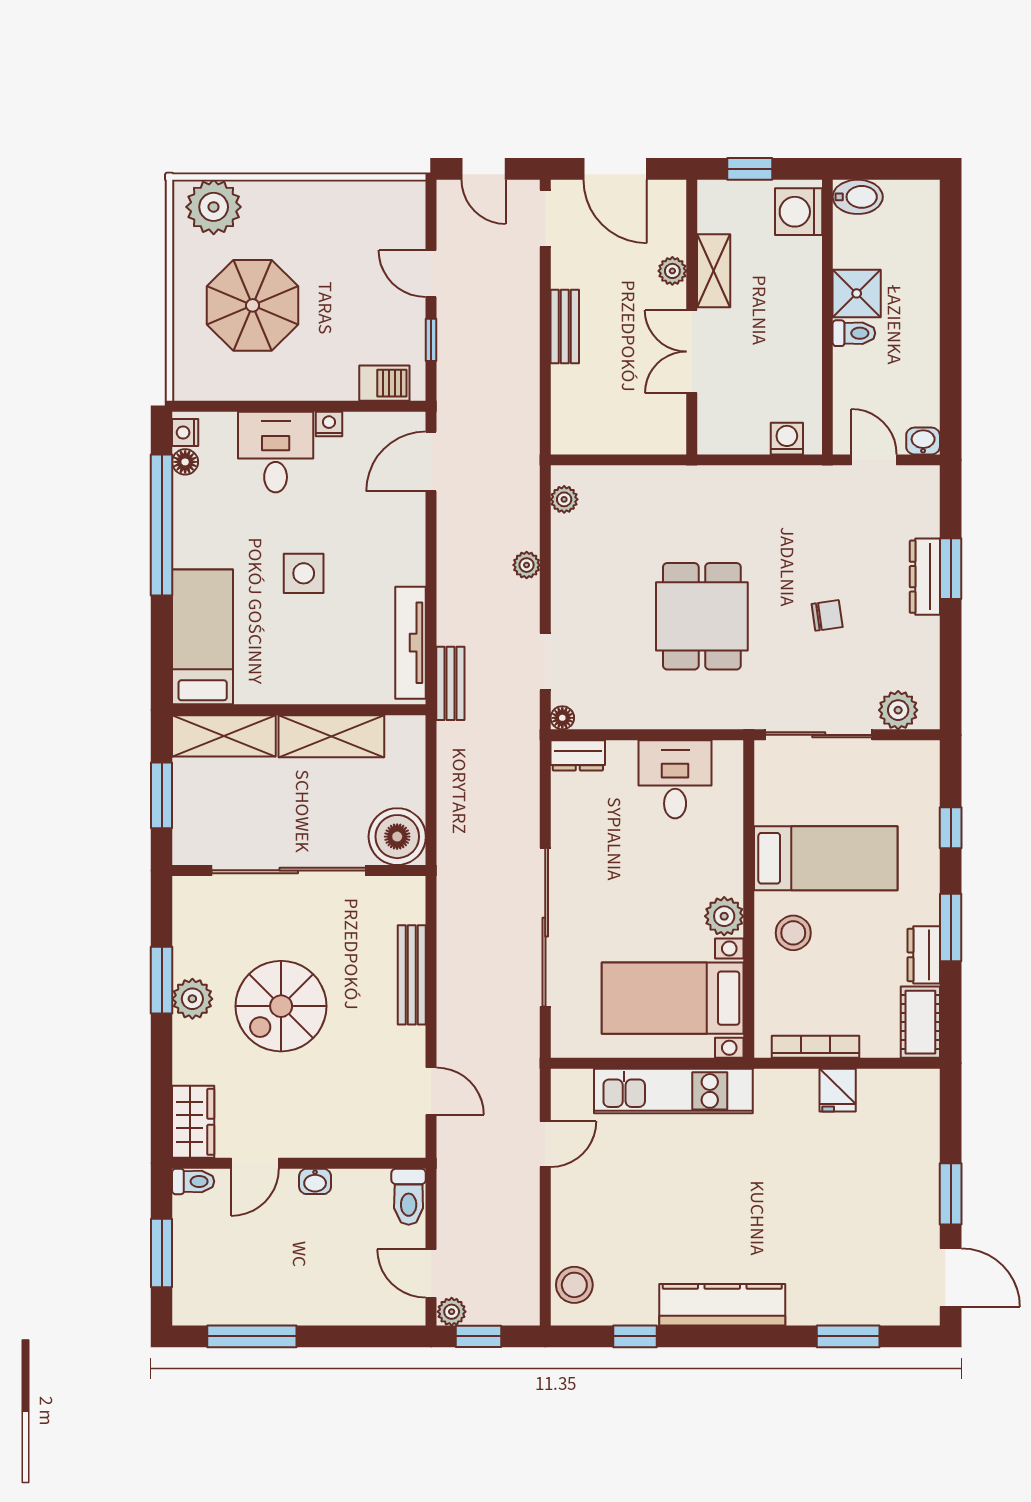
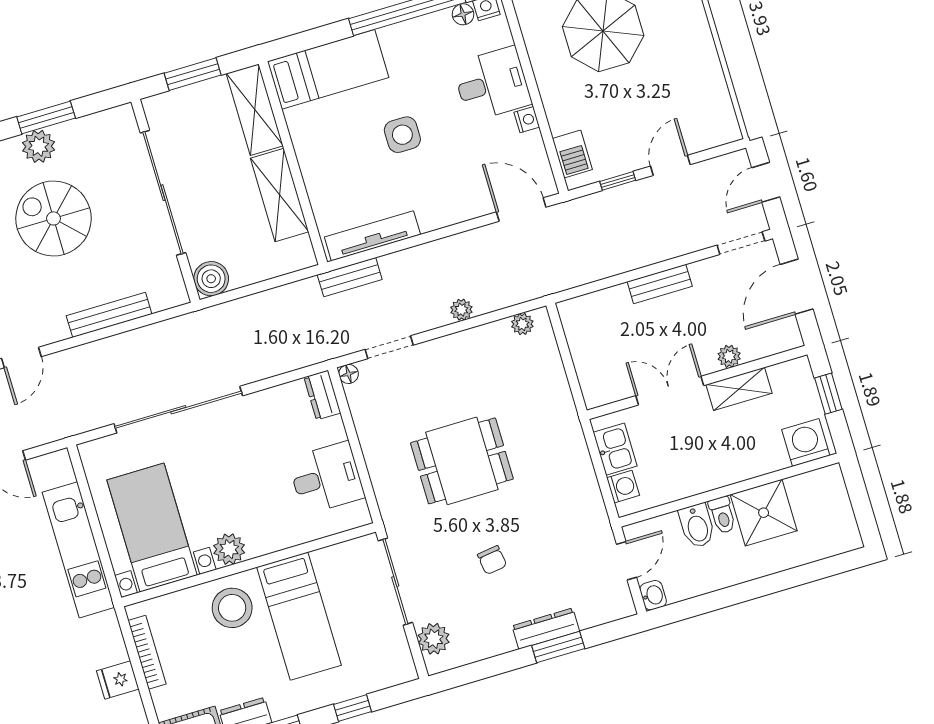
bidet: (858, 197) -> (697, 526), moved
shower: (857, 293) -> (764, 513), width x1.36, depth x1.36
kitchen sink: (741, 435) -> (615, 449), added
boiler: (397, 837) -> (211, 279), width x0.73, depth x0.73
stool: (793, 933) -> (232, 608), width x1.38, depth x1.38

